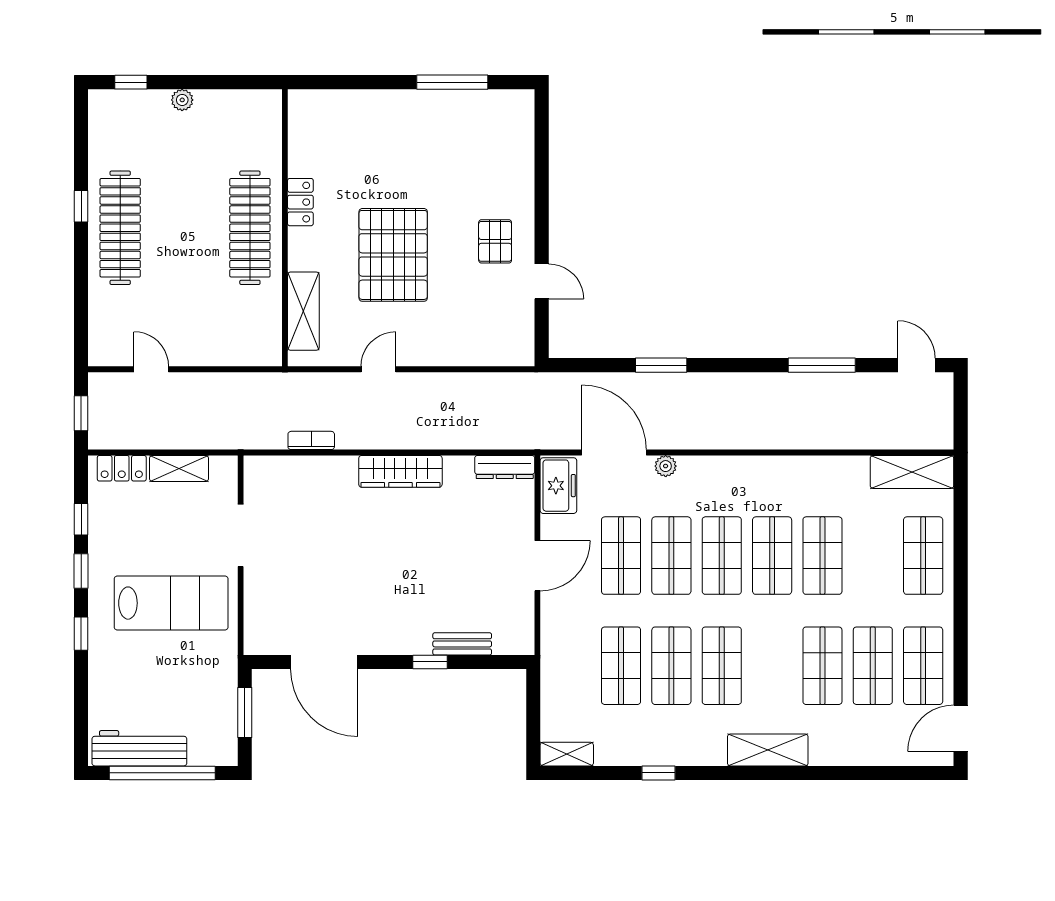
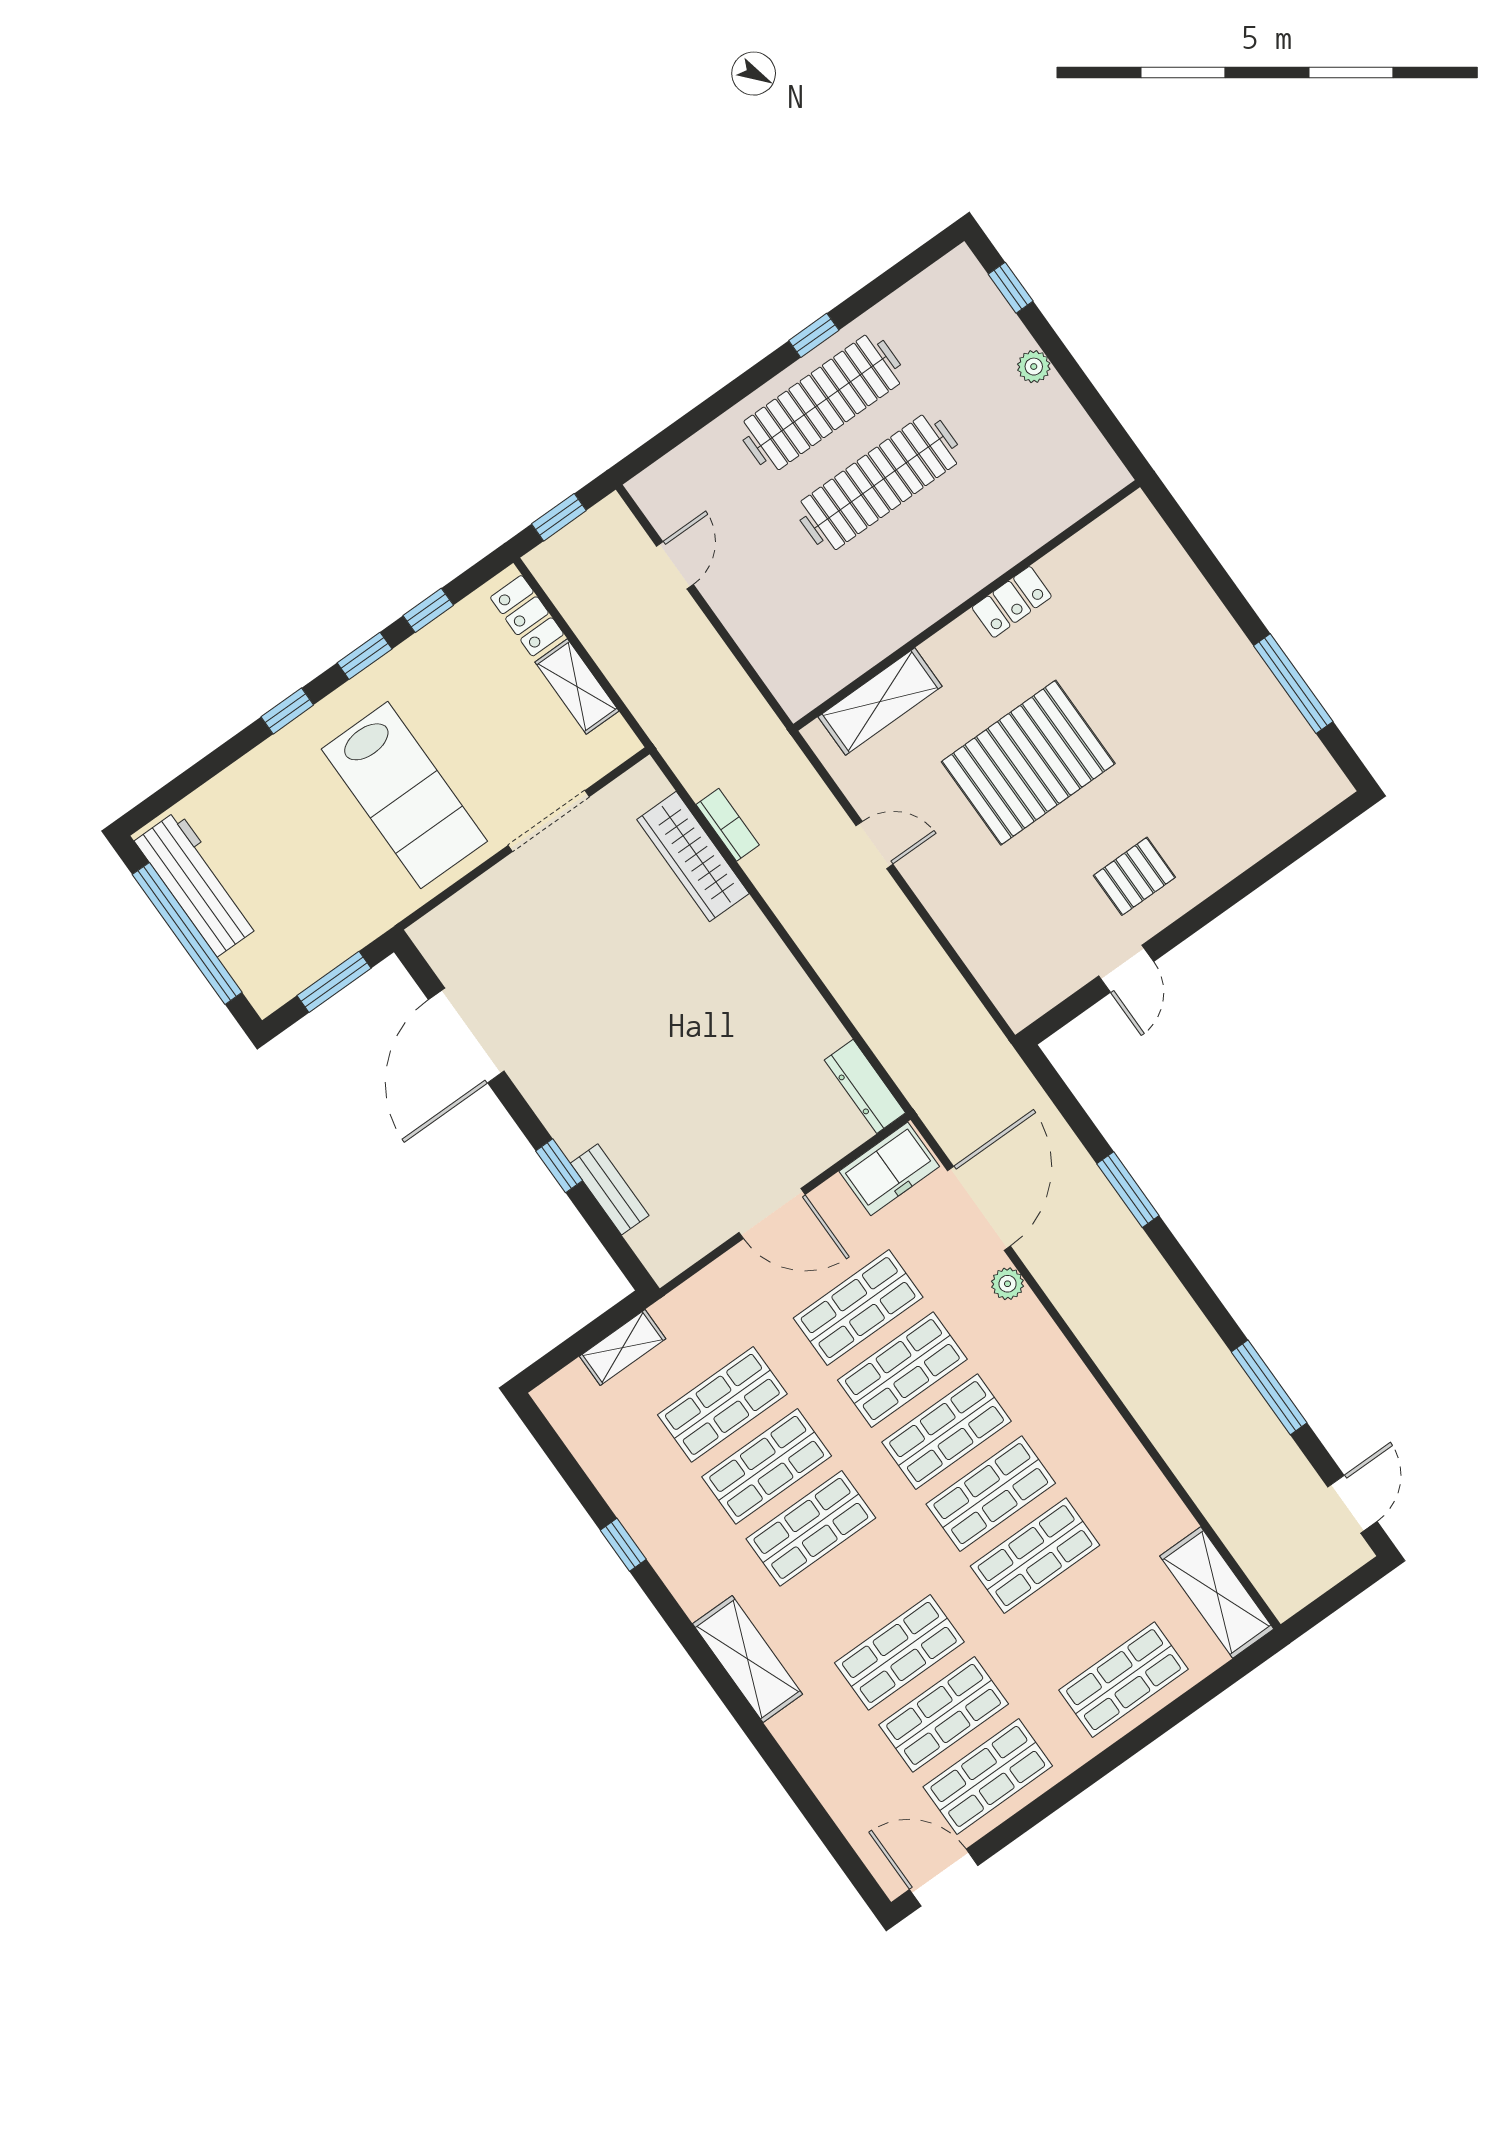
clothes rail: (250, 228) -> (879, 482), moved
wardrobe: (400, 471) -> (693, 857), moved
shelving: (567, 754) -> (623, 1347), moved, turned 90

